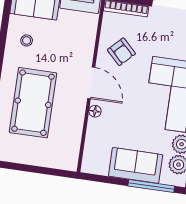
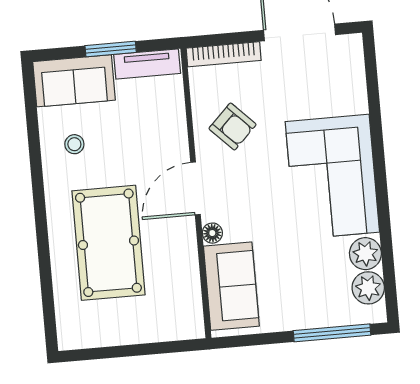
door: (91, 83) -> (195, 188), swing flipped
sofa: (136, 165) -> (231, 286), moved, turned 90

